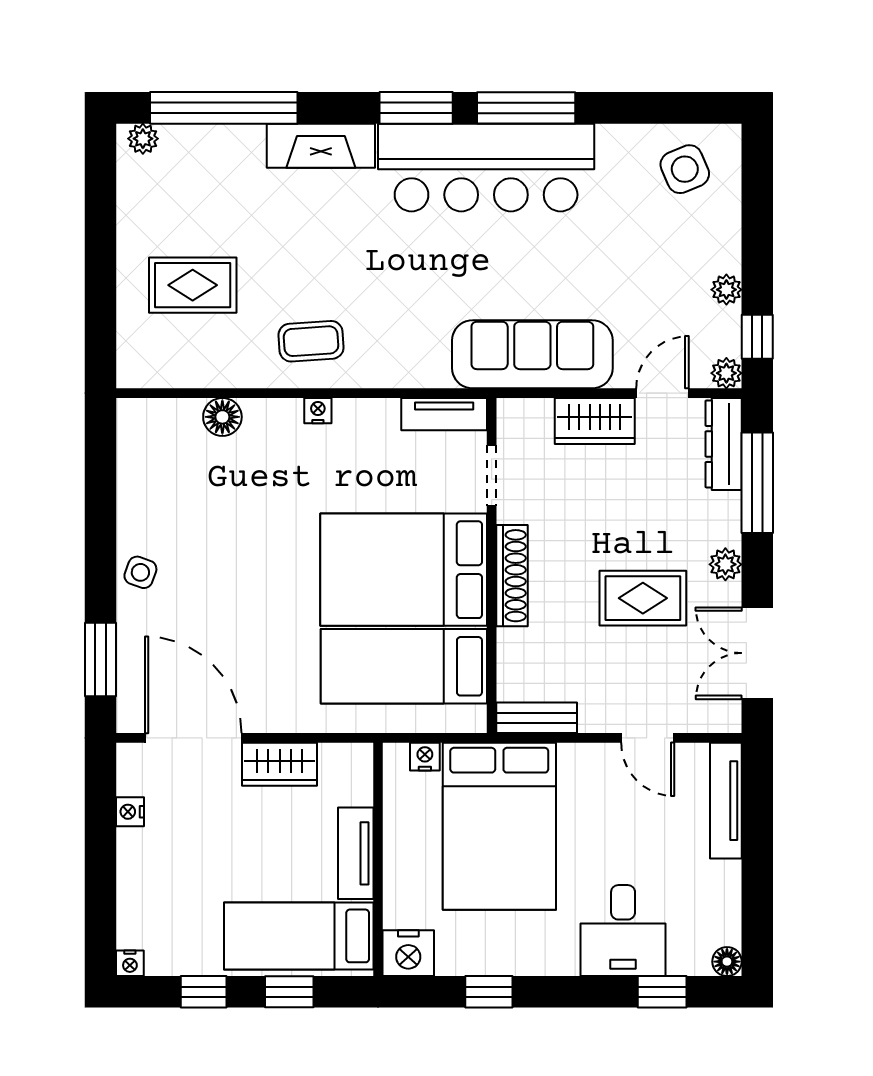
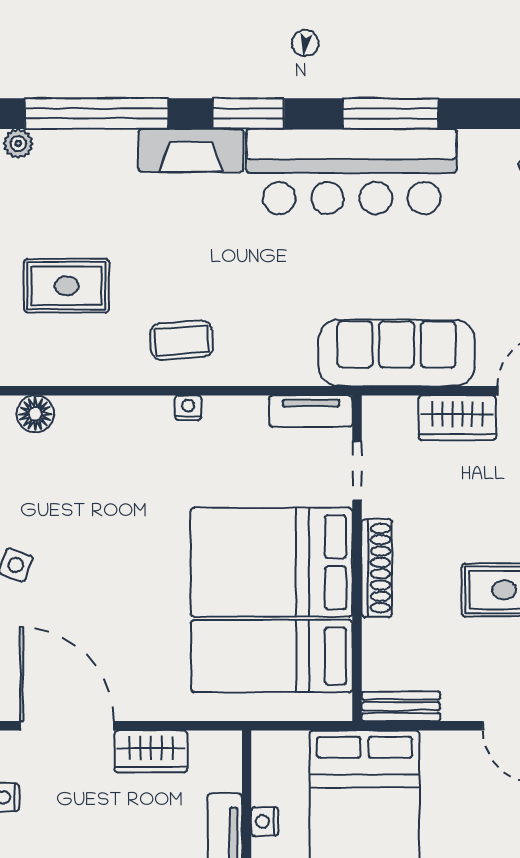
window: (416, 108) -> (248, 114), moved
floor lamp: (222, 417) -> (35, 414), moved
nightstand: (425, 757) -> (265, 821), moved, turned -90

